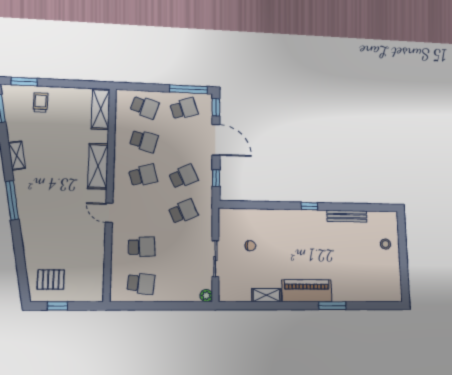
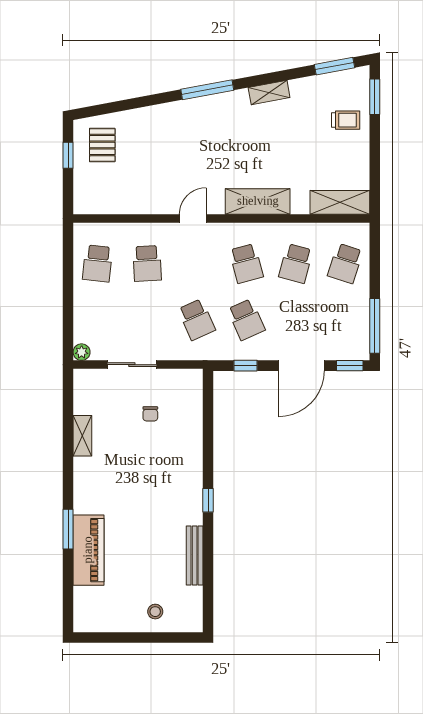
school desk: (184, 109) -> (345, 320), removed
piano: (307, 291) -> (88, 550), moved

